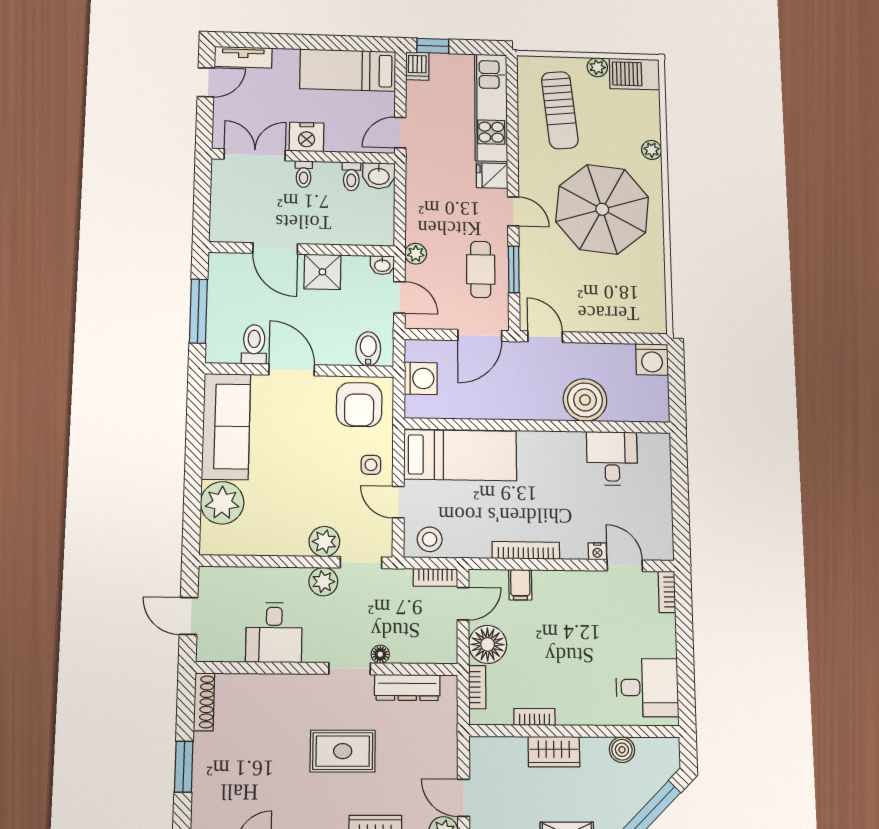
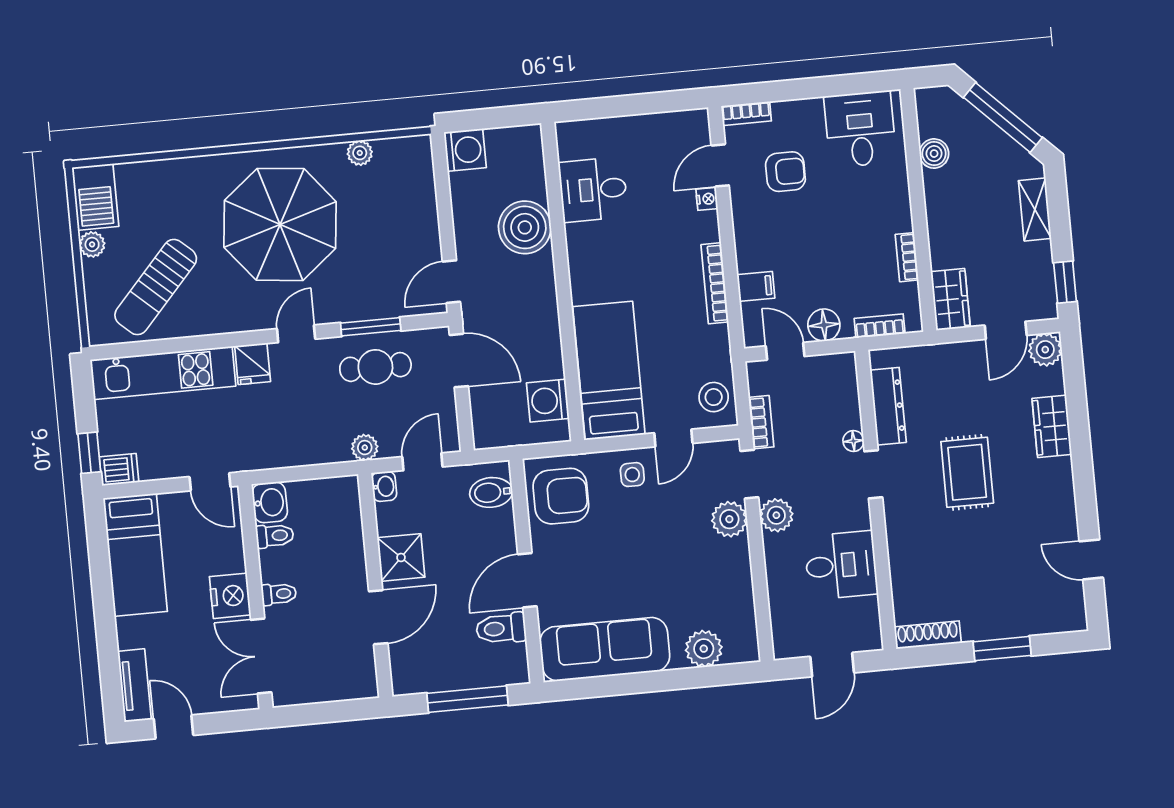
sun lounger: (560, 110) -> (156, 287), turned 138
plant: (652, 150) -> (360, 153), moved
washing machine: (421, 378) -> (548, 401), moved, turned -90
plant: (222, 503) -> (704, 649), width x0.73, depth x0.73
bookcase: (435, 577) -> (761, 422), moved
armchair: (616, 620) -> (785, 172), added
floor lamp: (488, 644) -> (824, 325), width x0.73, depth x0.73
wardrobe: (554, 752) -> (950, 299), moved

